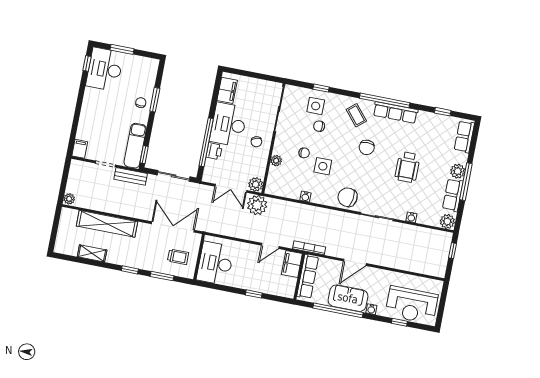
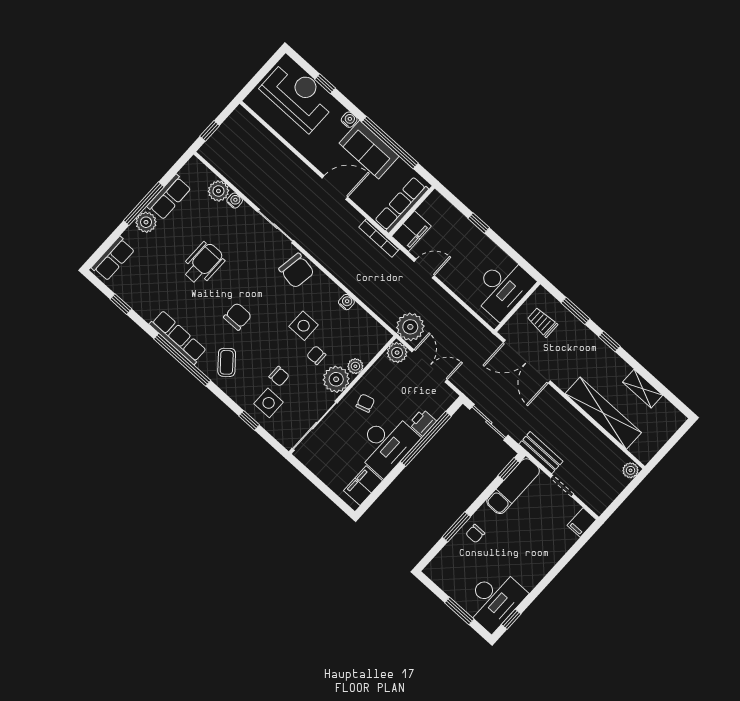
plant: (283, 145) -> (336, 379), added
plant: (447, 221) -> (218, 191), moved

